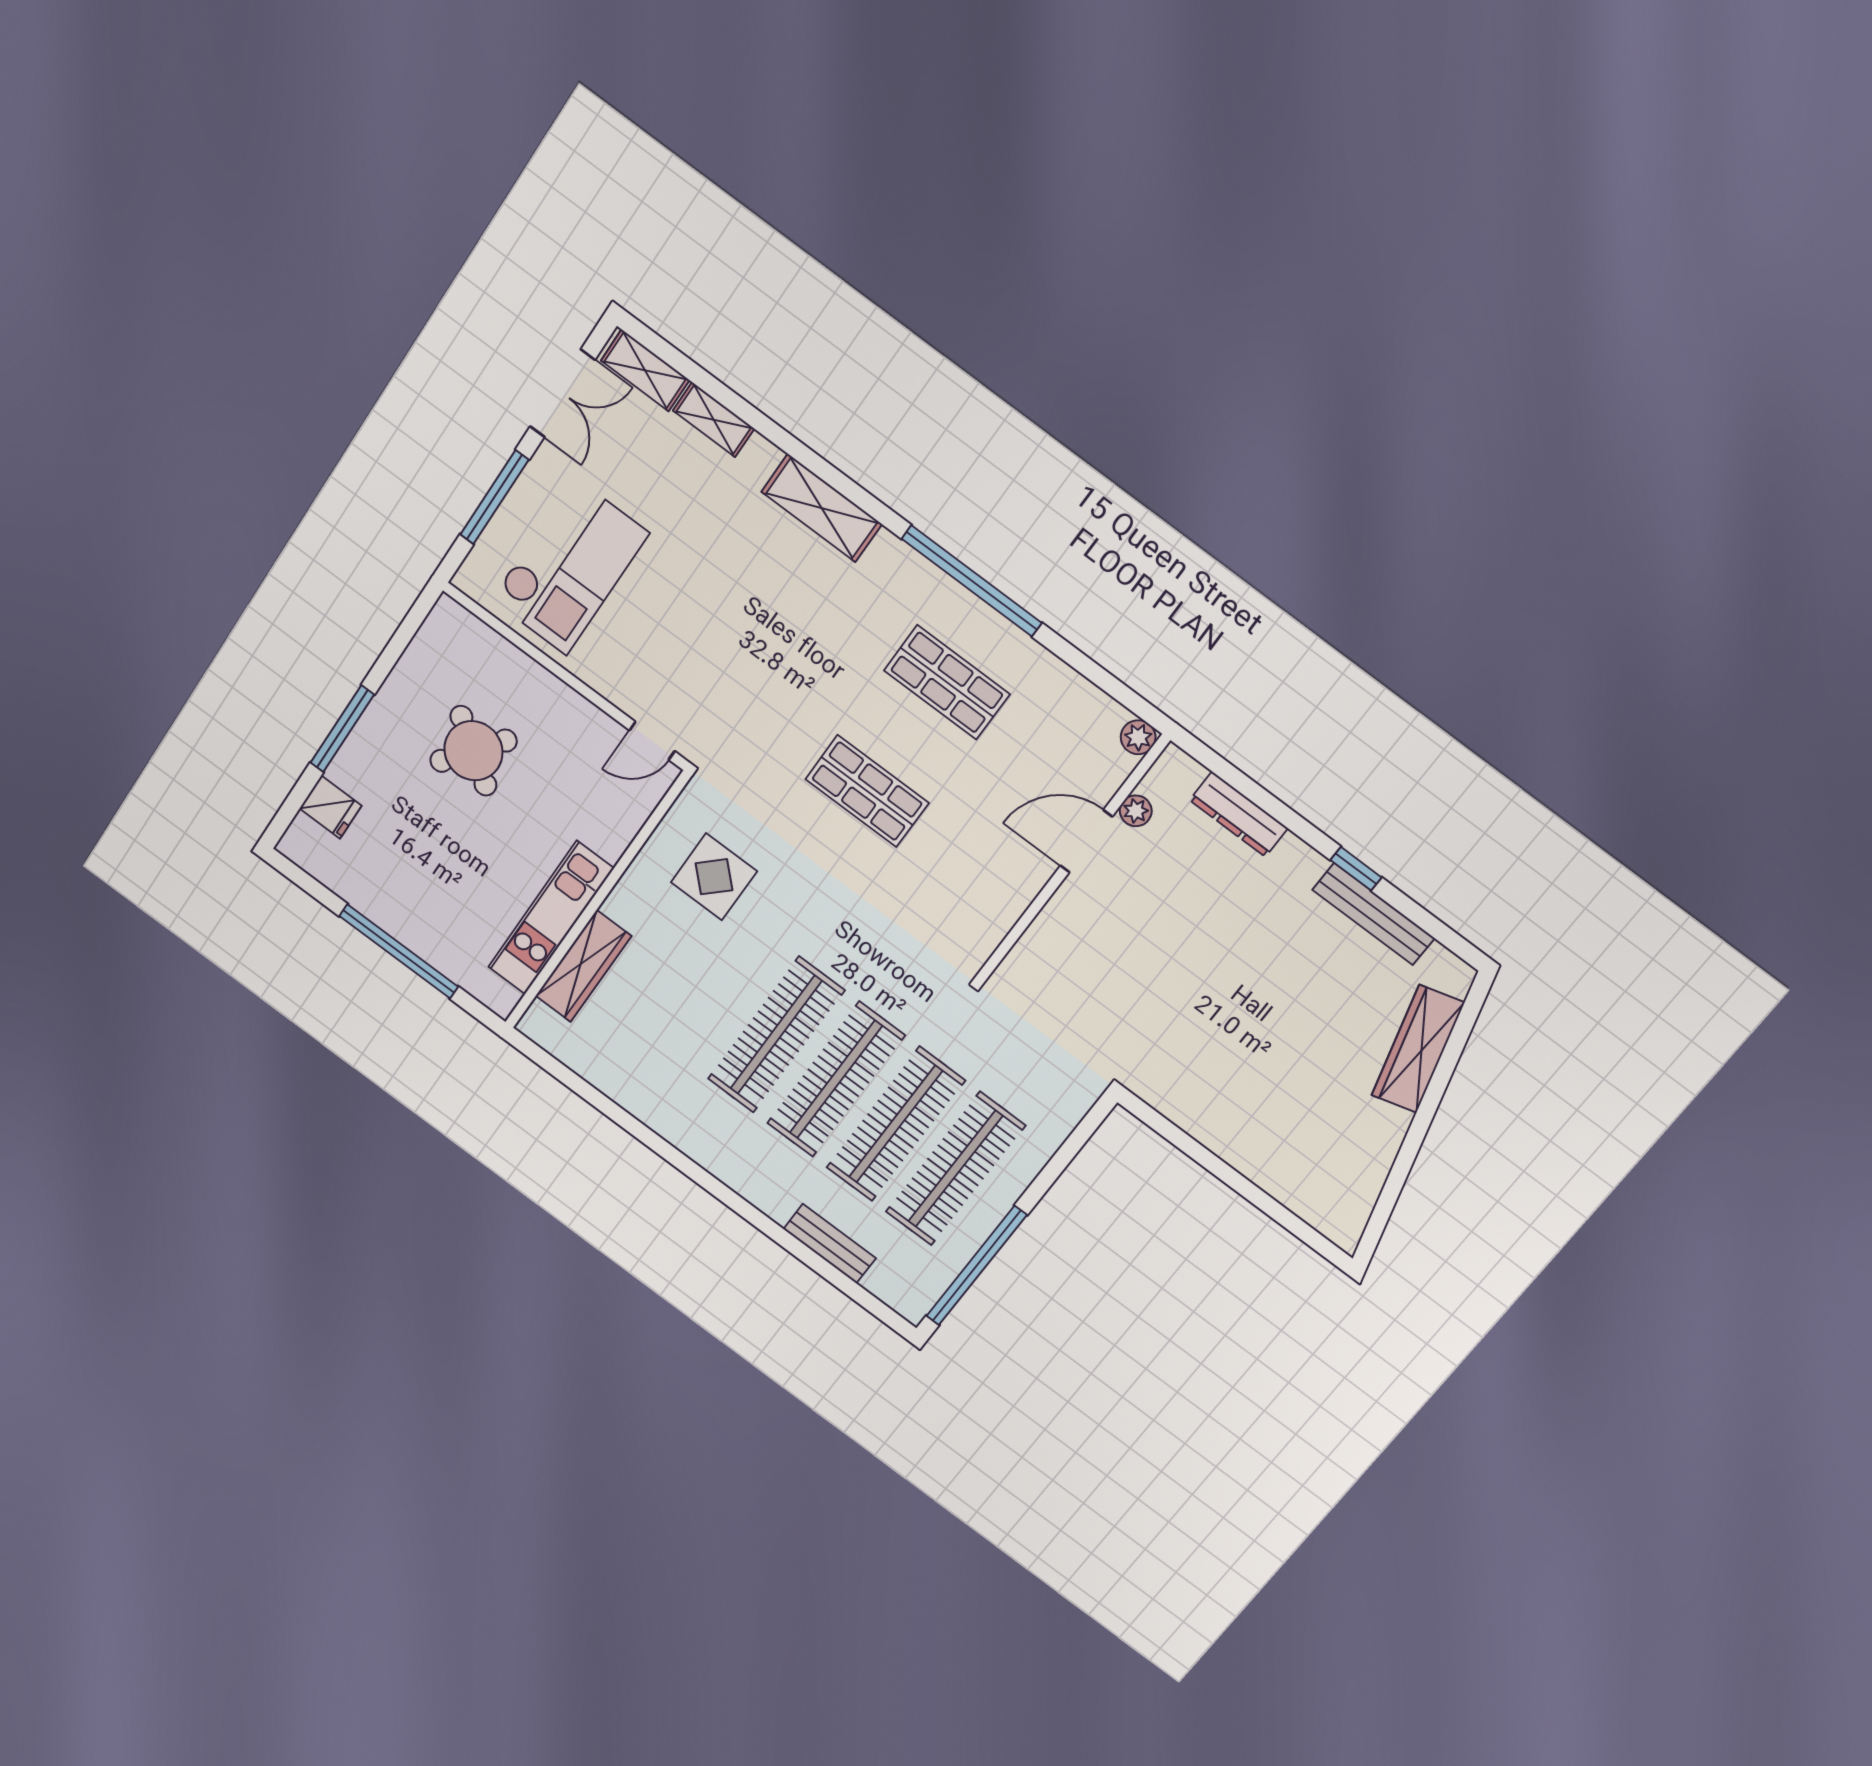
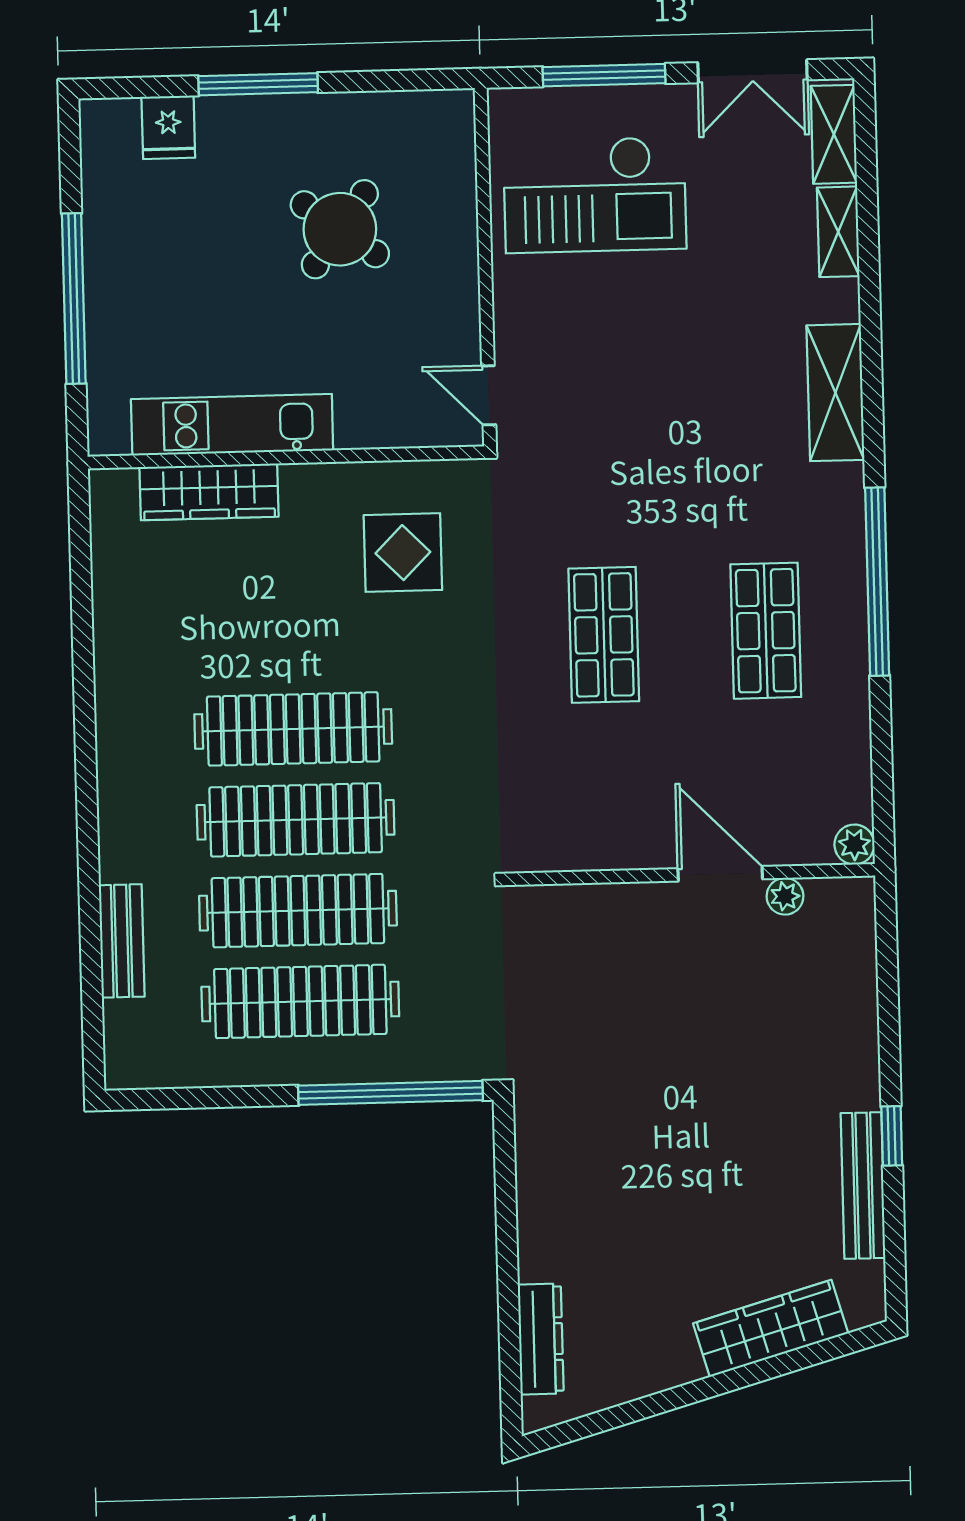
dresser: (1239, 814) -> (541, 1339), moved, turned 180
window: (976, 1266) -> (391, 1093), moved

